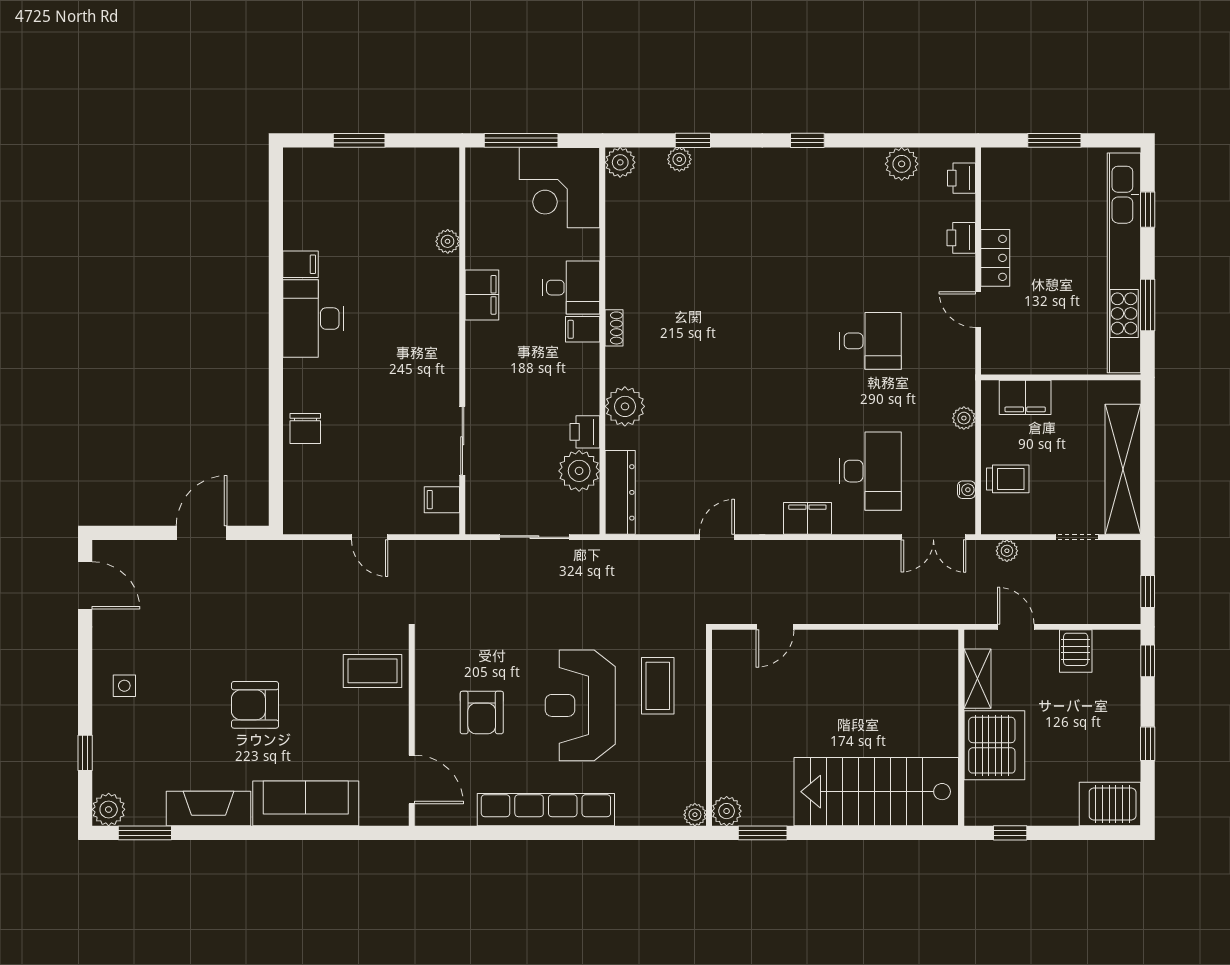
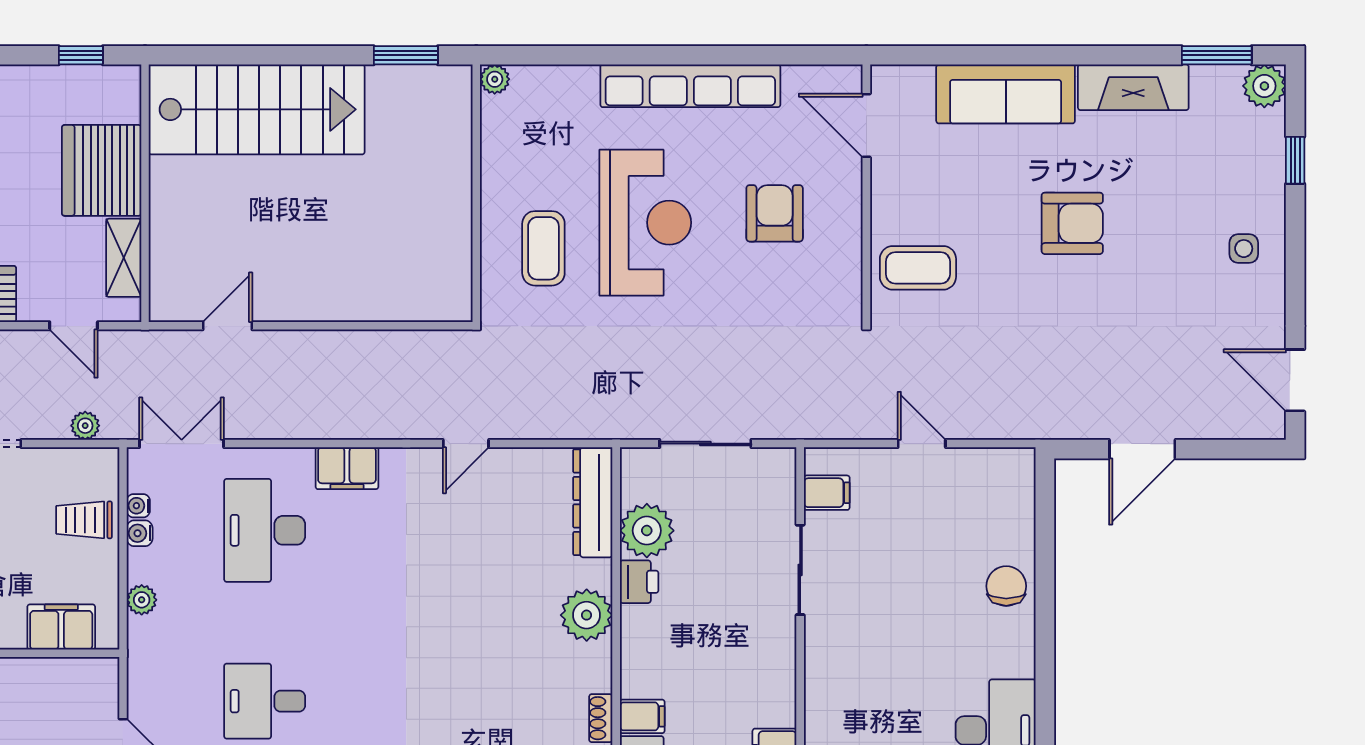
water cooler: (965, 469) -> (140, 533), added
door: (775, 627) -> (228, 326), moved
plant: (727, 811) -> (453, 84), removed

